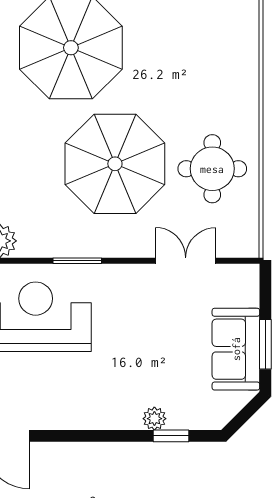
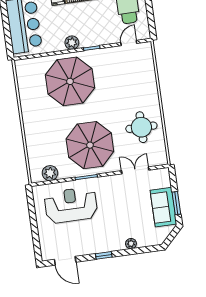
parasol: (115, 164) -> (90, 145), moved
window: (171, 436) -> (104, 255), moved

